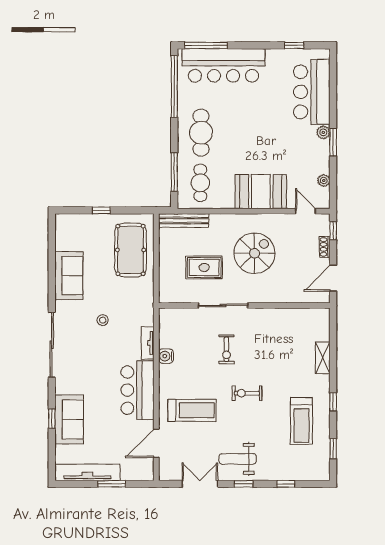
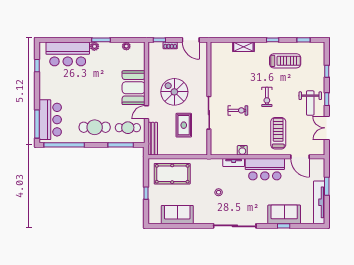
bar counter: (224, 65) -> (50, 120), width x0.73
door: (306, 211) -> (147, 112), moved
sofa: (69, 276) -> (177, 215), moved

